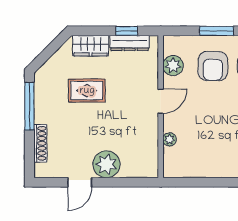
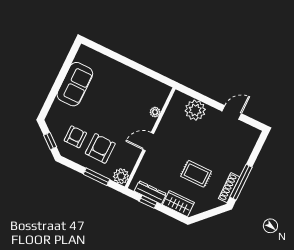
window: (217, 31) -> (97, 177), moved
plant: (173, 66) -> (121, 176), moved
shoe rack: (40, 143) -> (229, 188), moved
plant: (106, 164) -> (195, 110), moved

